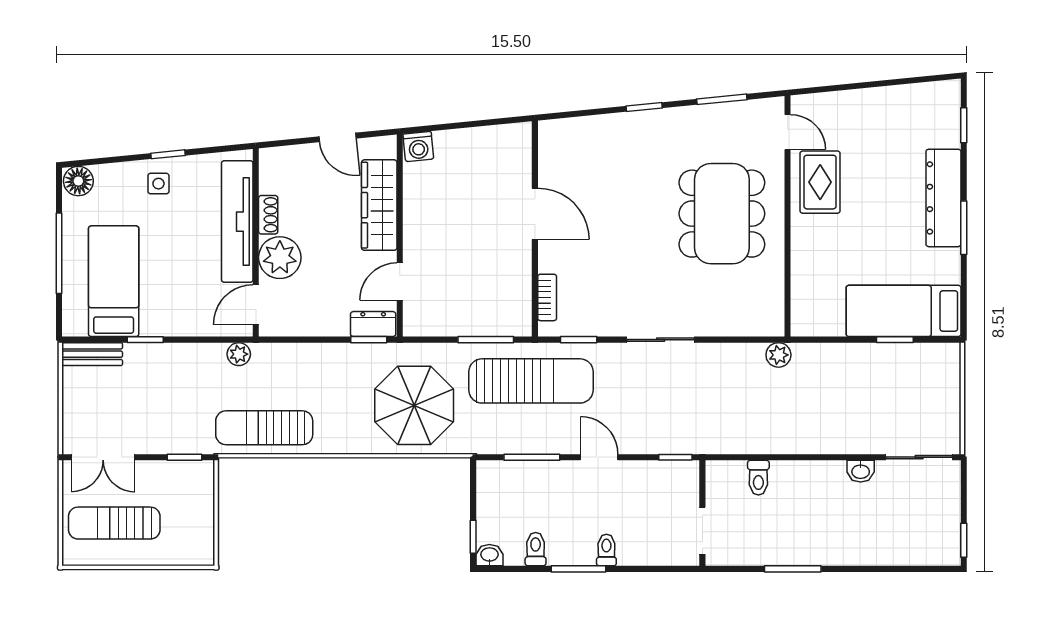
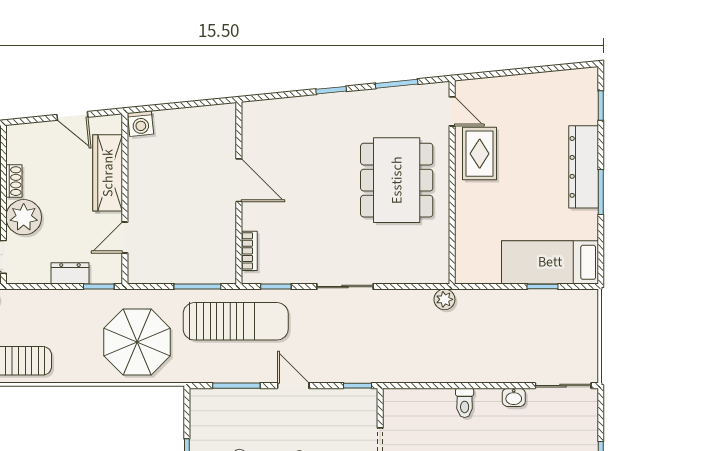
dresser: (373, 324) -> (70, 273), moved
toilet: (758, 478) -> (465, 403), moved

